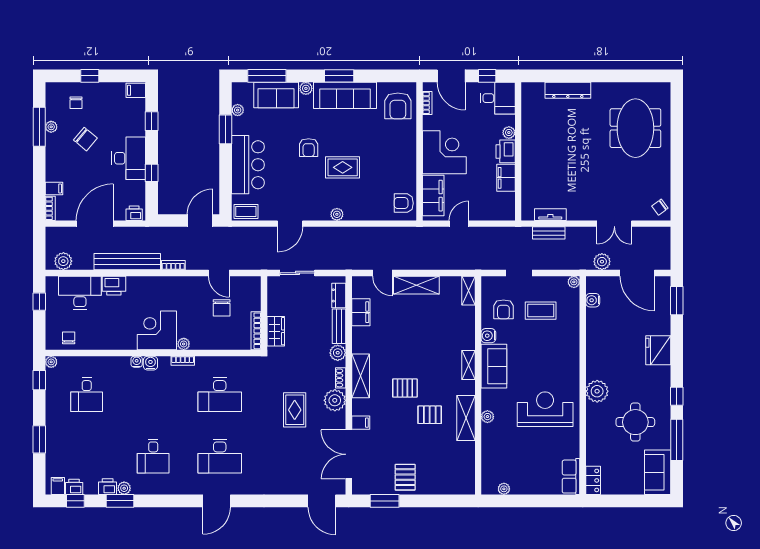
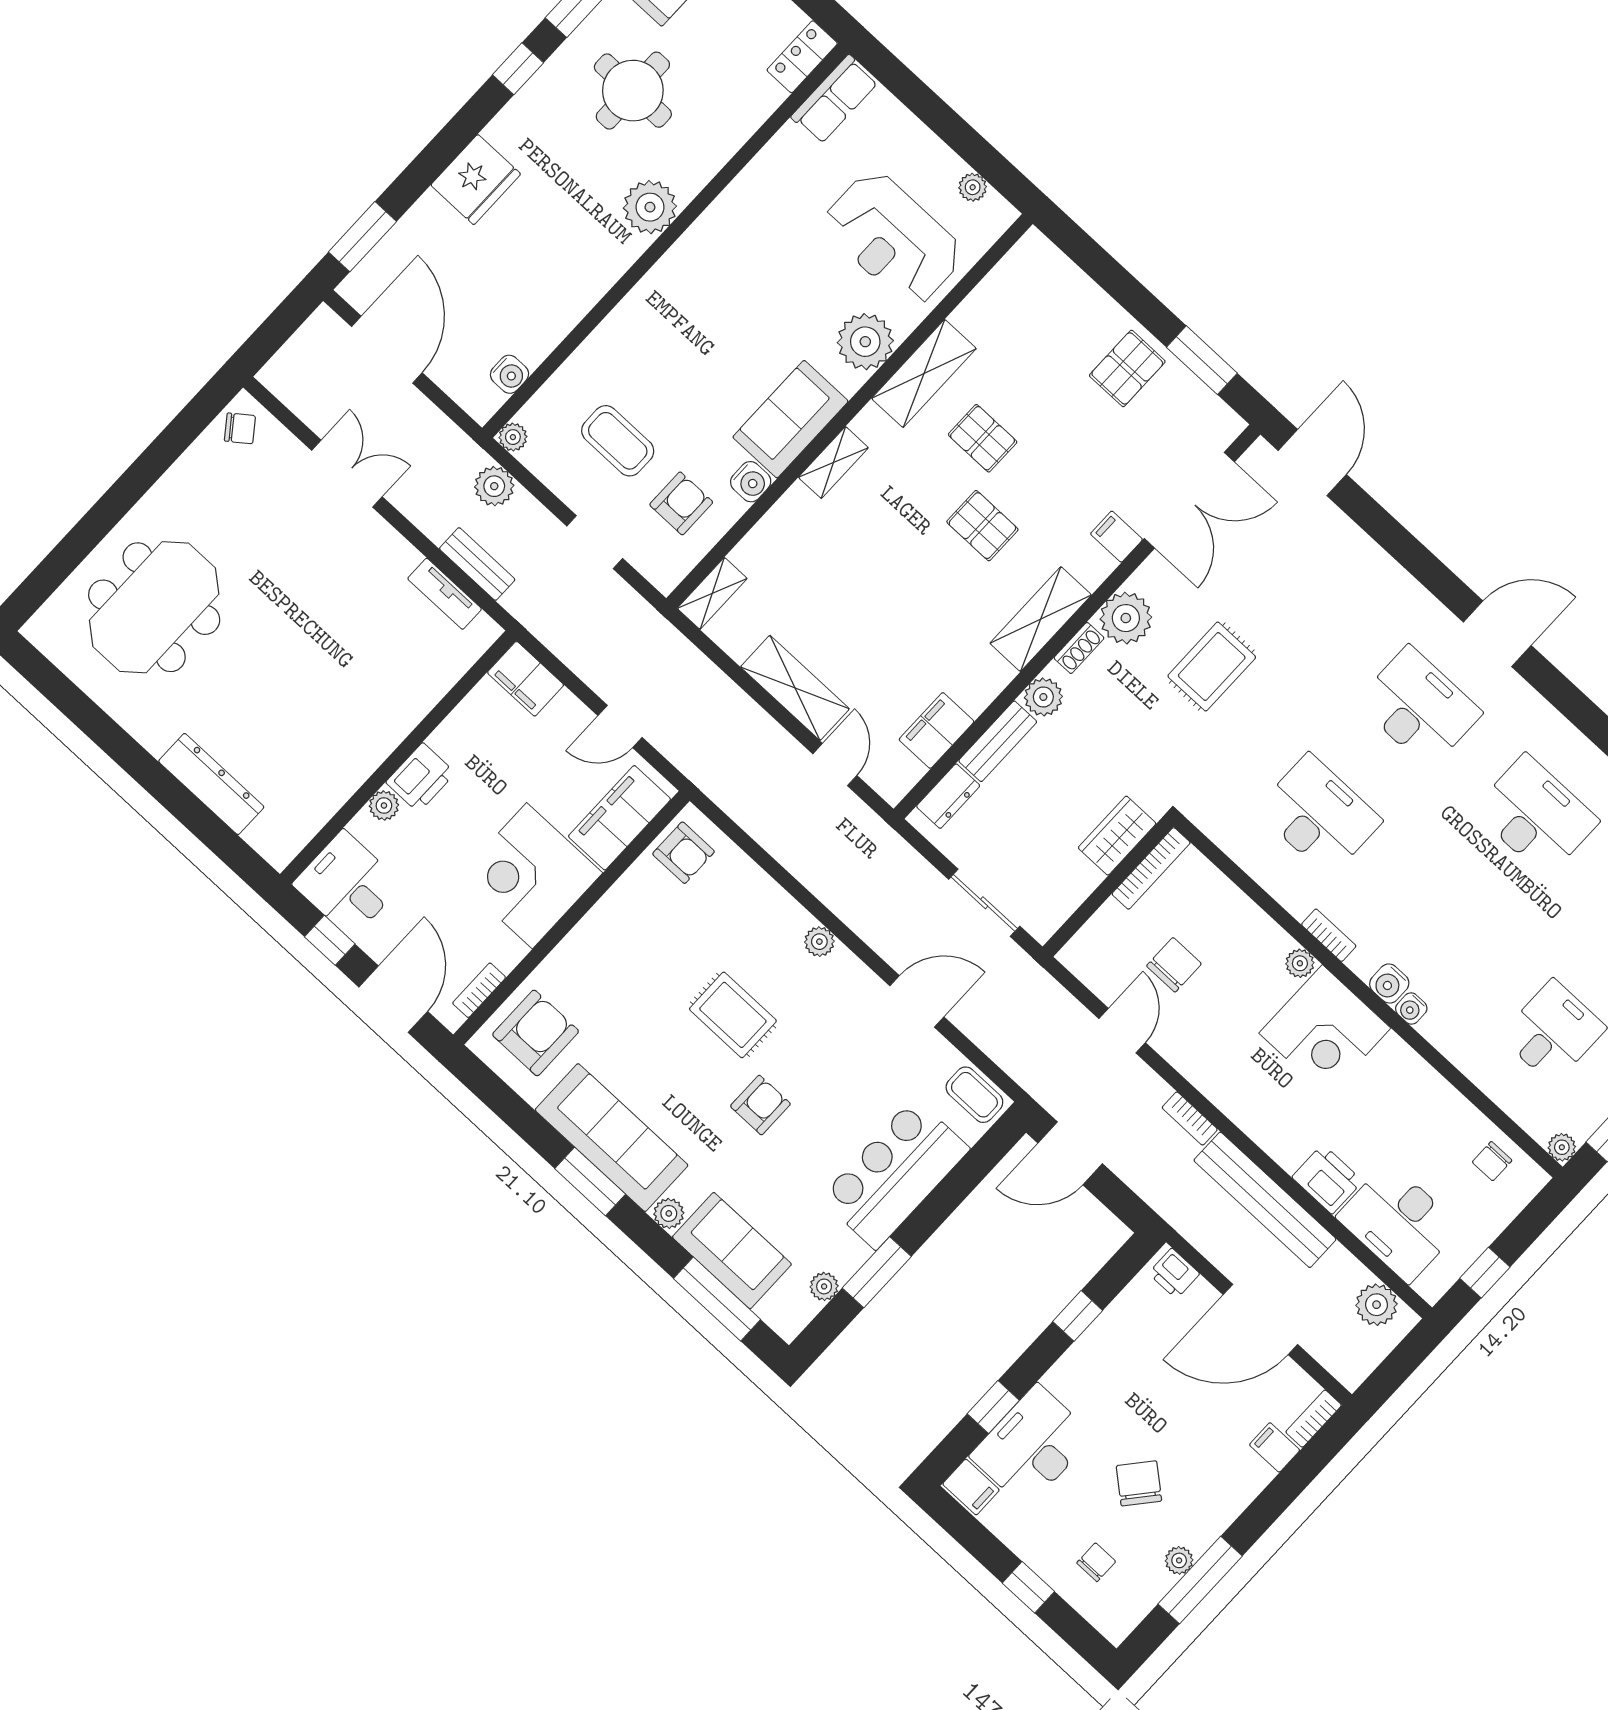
desk: (129, 158) -> (1032, 1446), moved
filing cabinet: (506, 178) -> (526, 679), moved, turned 90
plant: (602, 262) -> (494, 486), moved
reception desk: (545, 409) -> (893, 239), moved
plant: (487, 417) -> (865, 342), width x1.87, depth x1.87
desk: (153, 456) -> (1536, 816), width x1.37

